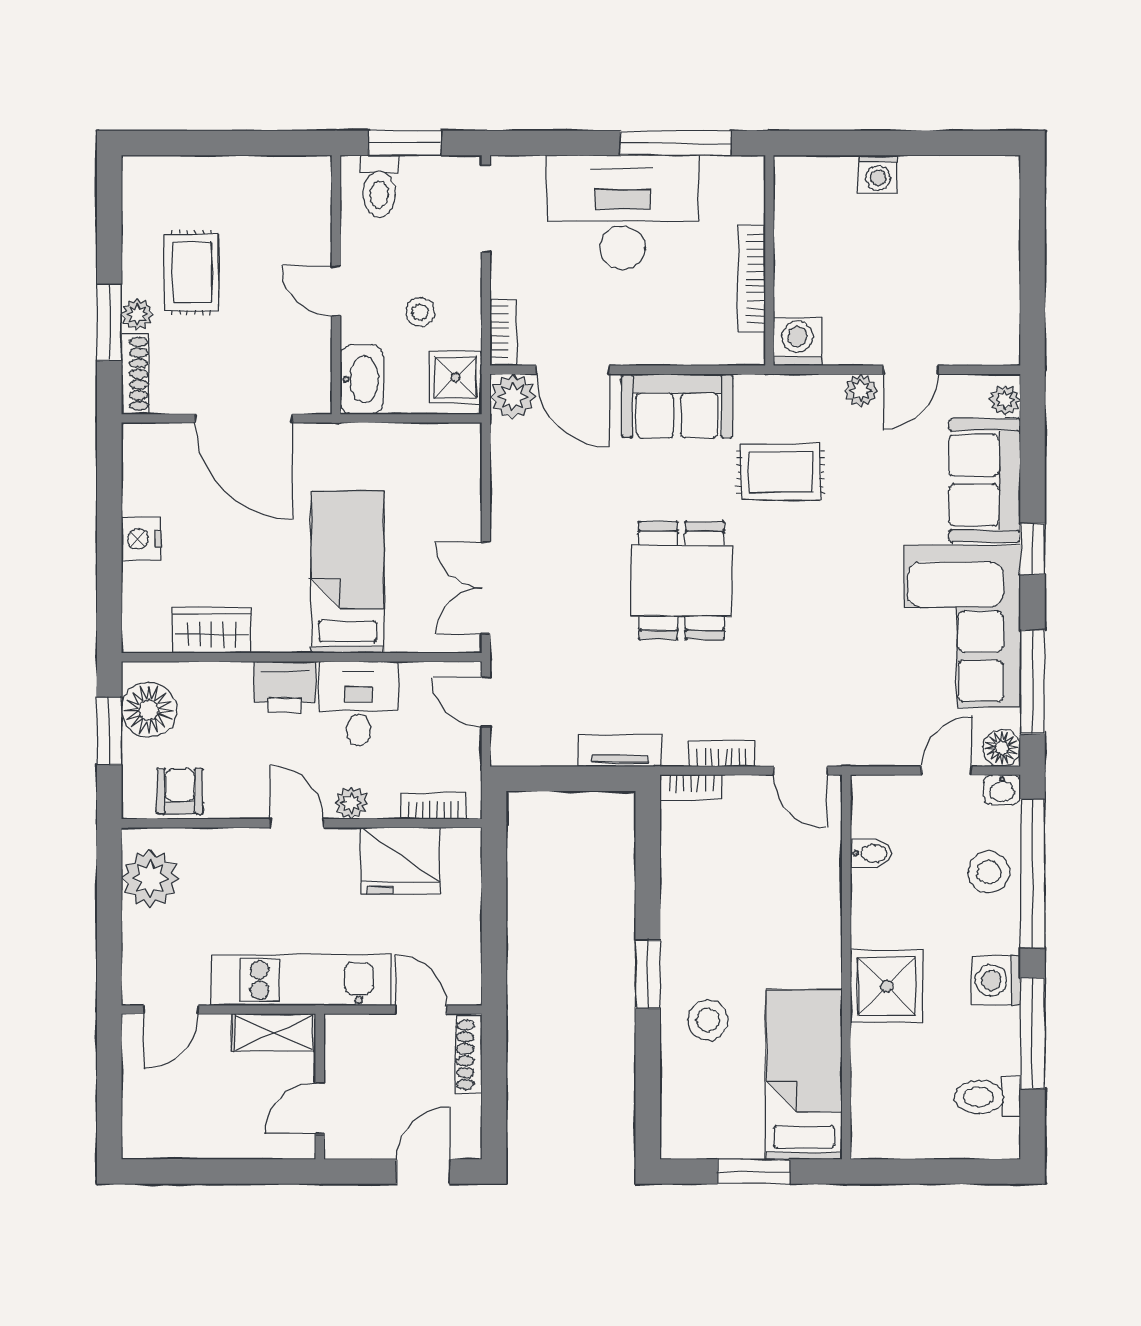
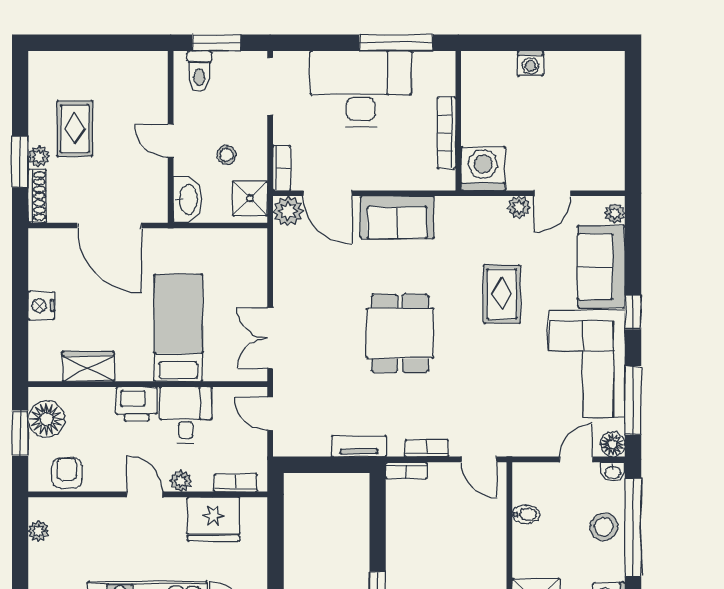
washing machine: (798, 341) -> (483, 169), width x1.37, depth x1.37
rug: (781, 472) -> (502, 294), moved, turned 90
plant: (150, 878) -> (38, 531), width x0.53, depth x0.53

